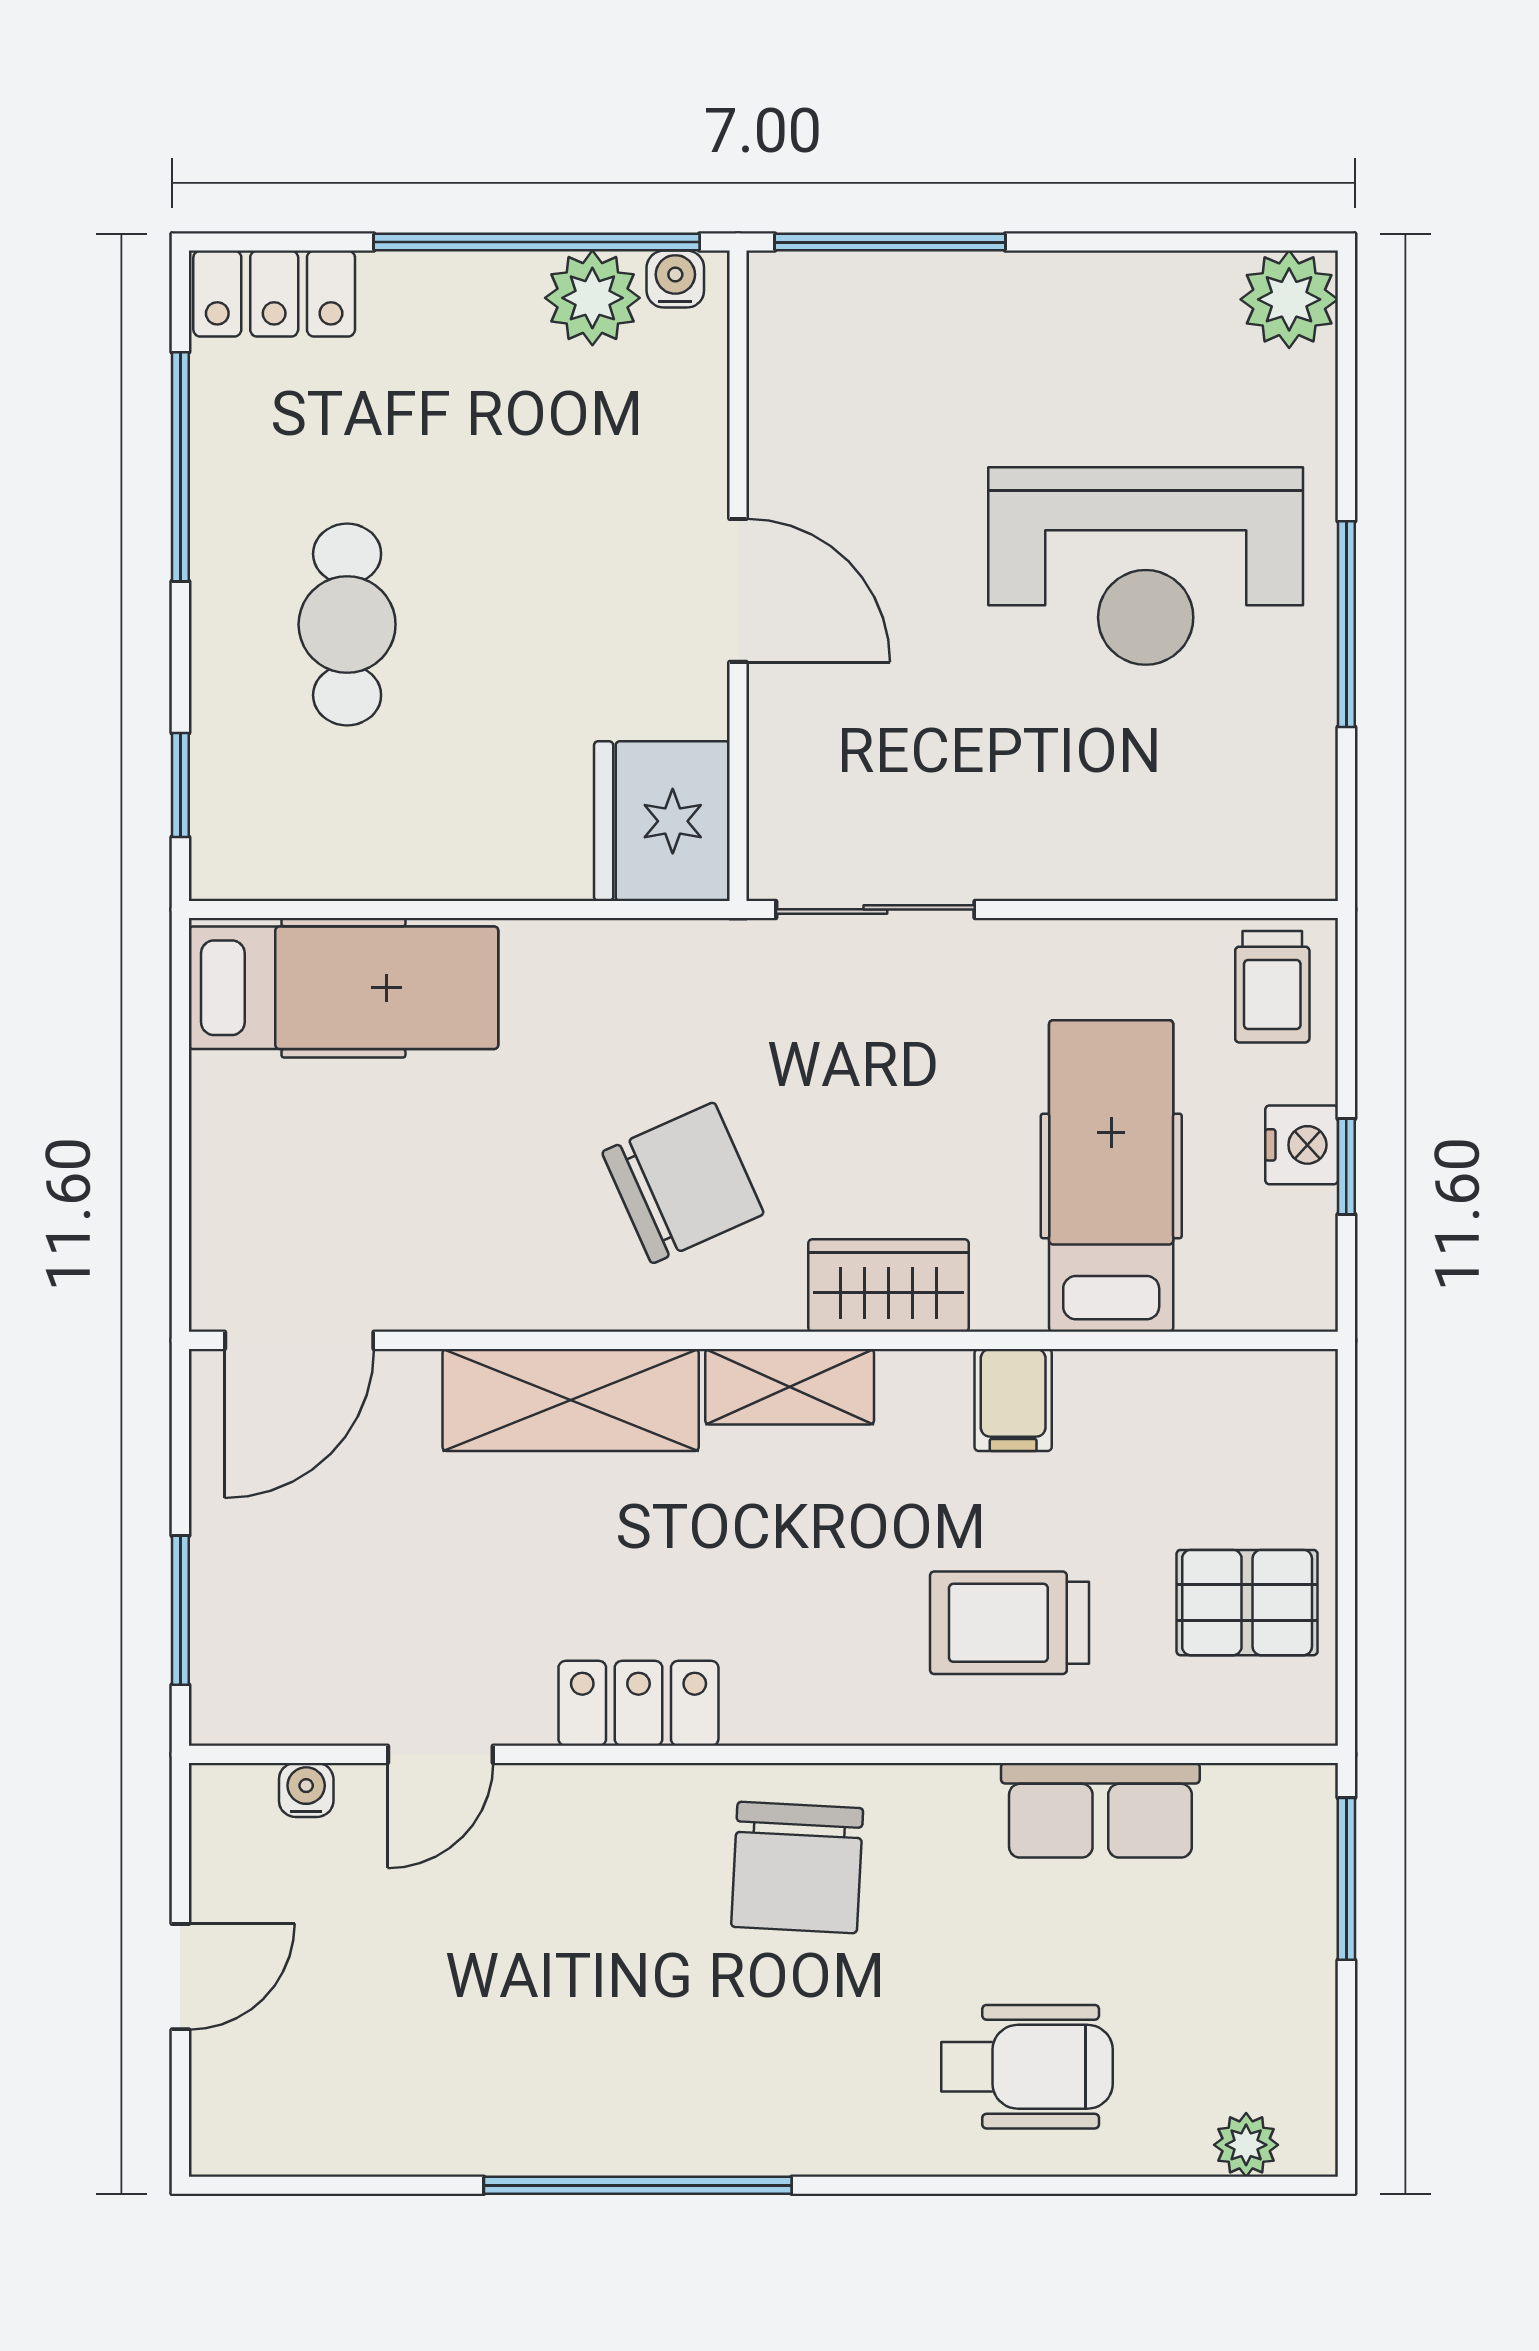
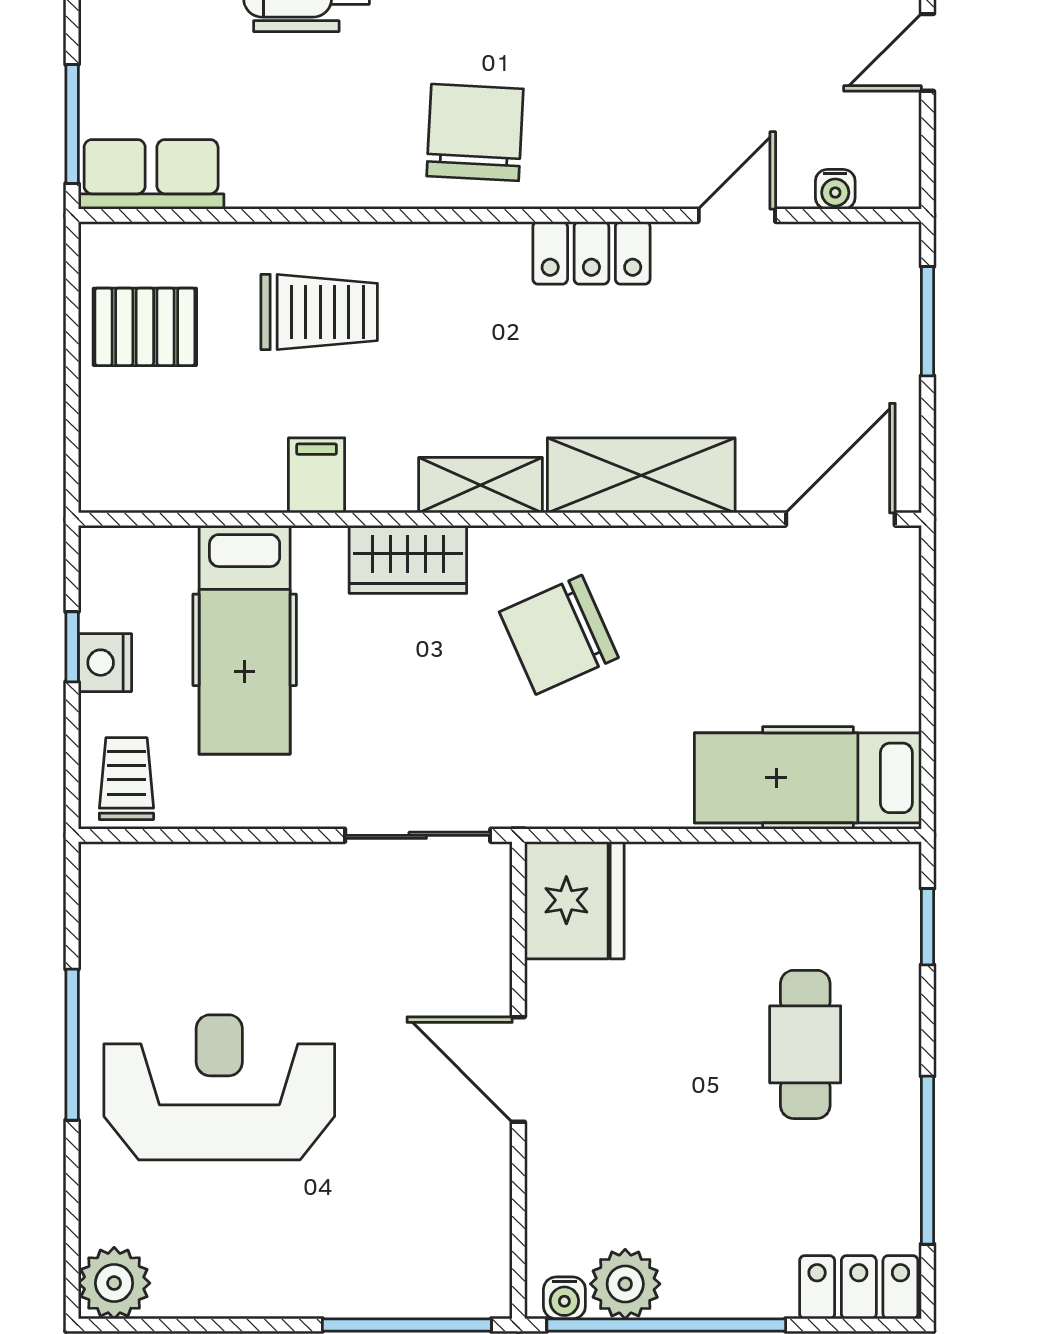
row of seats: (1100, 1810) -> (151, 174), moved

